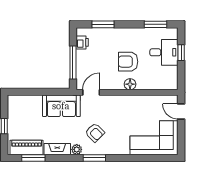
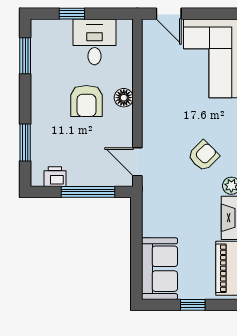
desk: (164, 52) -> (95, 42), moved
sofa: (61, 106) -> (159, 269), moved
door: (181, 111) -> (169, 14), hinge flipped

